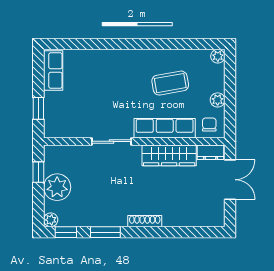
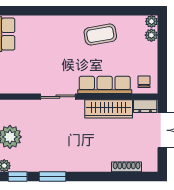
coffee table: (170, 83) -> (100, 35), moved
plant: (218, 100) -> (151, 35), moved
shoe rack: (145, 221) -> (127, 167), moved

